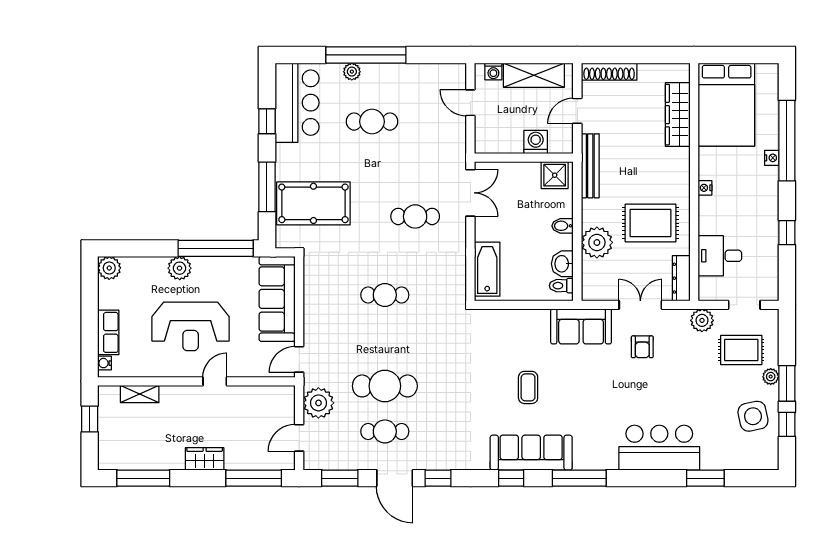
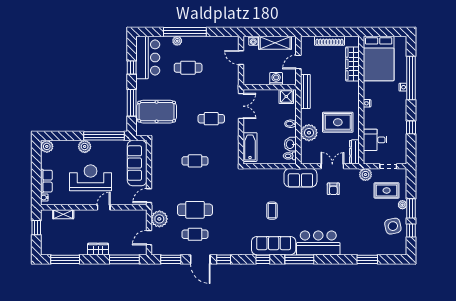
shoe rack: (609, 72) -> (330, 41), moved
reception desk: (191, 326) -> (91, 178), turned 180
bar counter: (659, 448) -> (318, 243), moved

